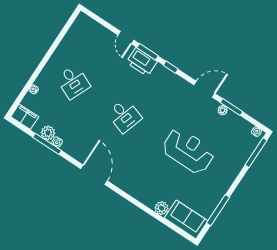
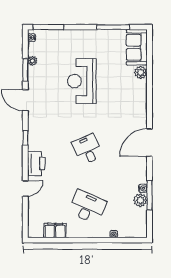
window: (148, 52) -> (25, 164), removed
desk: (73, 82) -> (87, 207), width x1.37
plant: (223, 110) -> (32, 61), moved
desk: (124, 116) -> (87, 149), turned -42
filing cabinet: (25, 117) -> (55, 230), moved, turned 90

